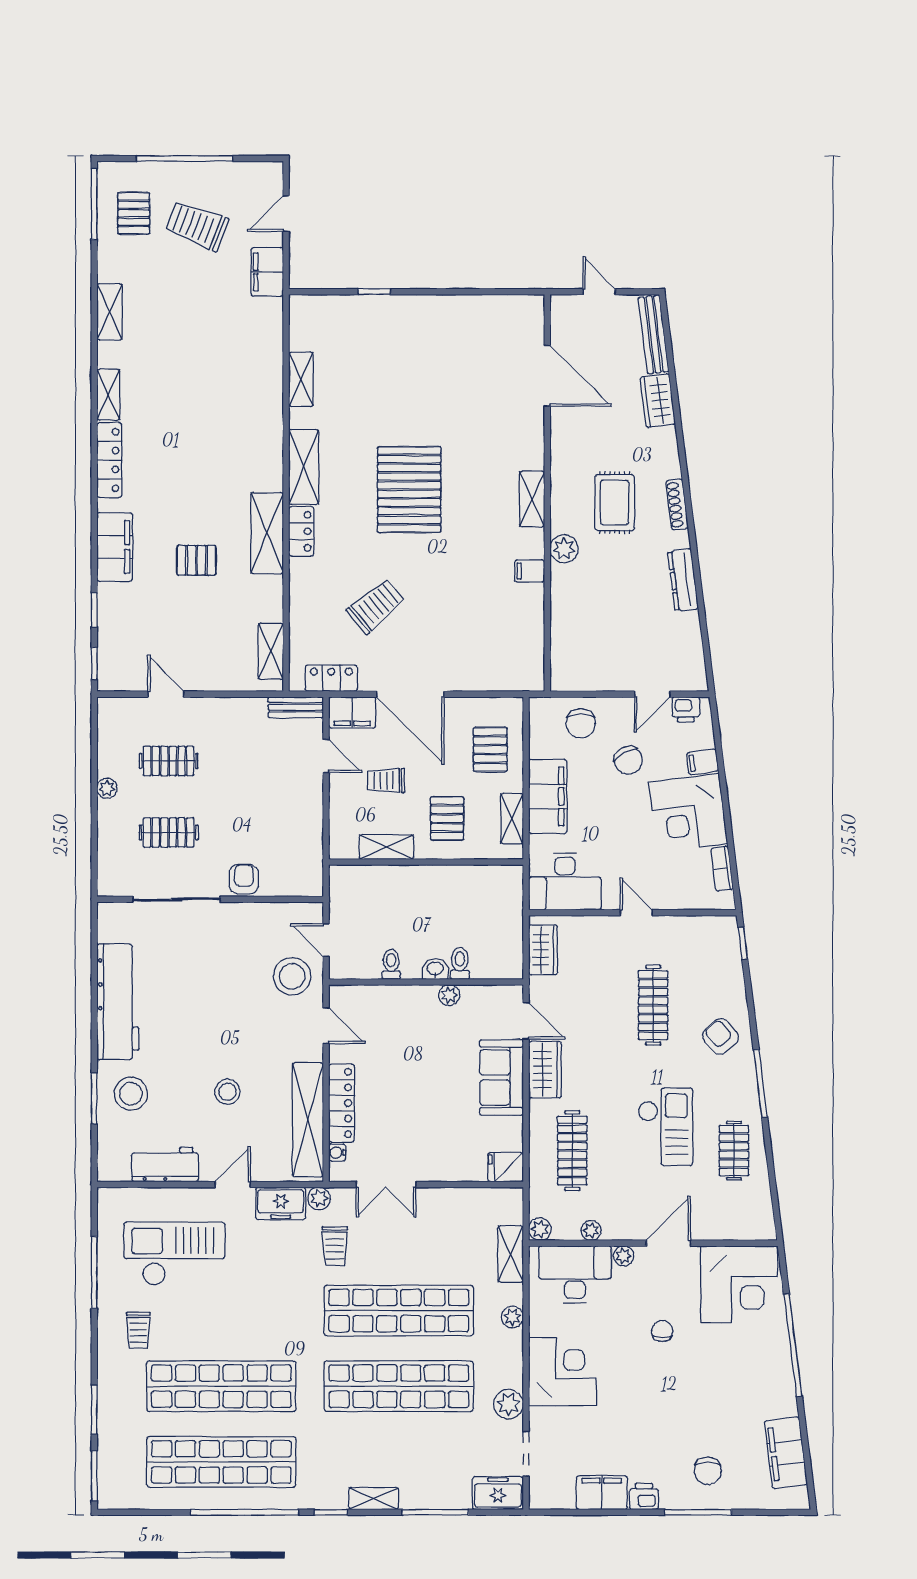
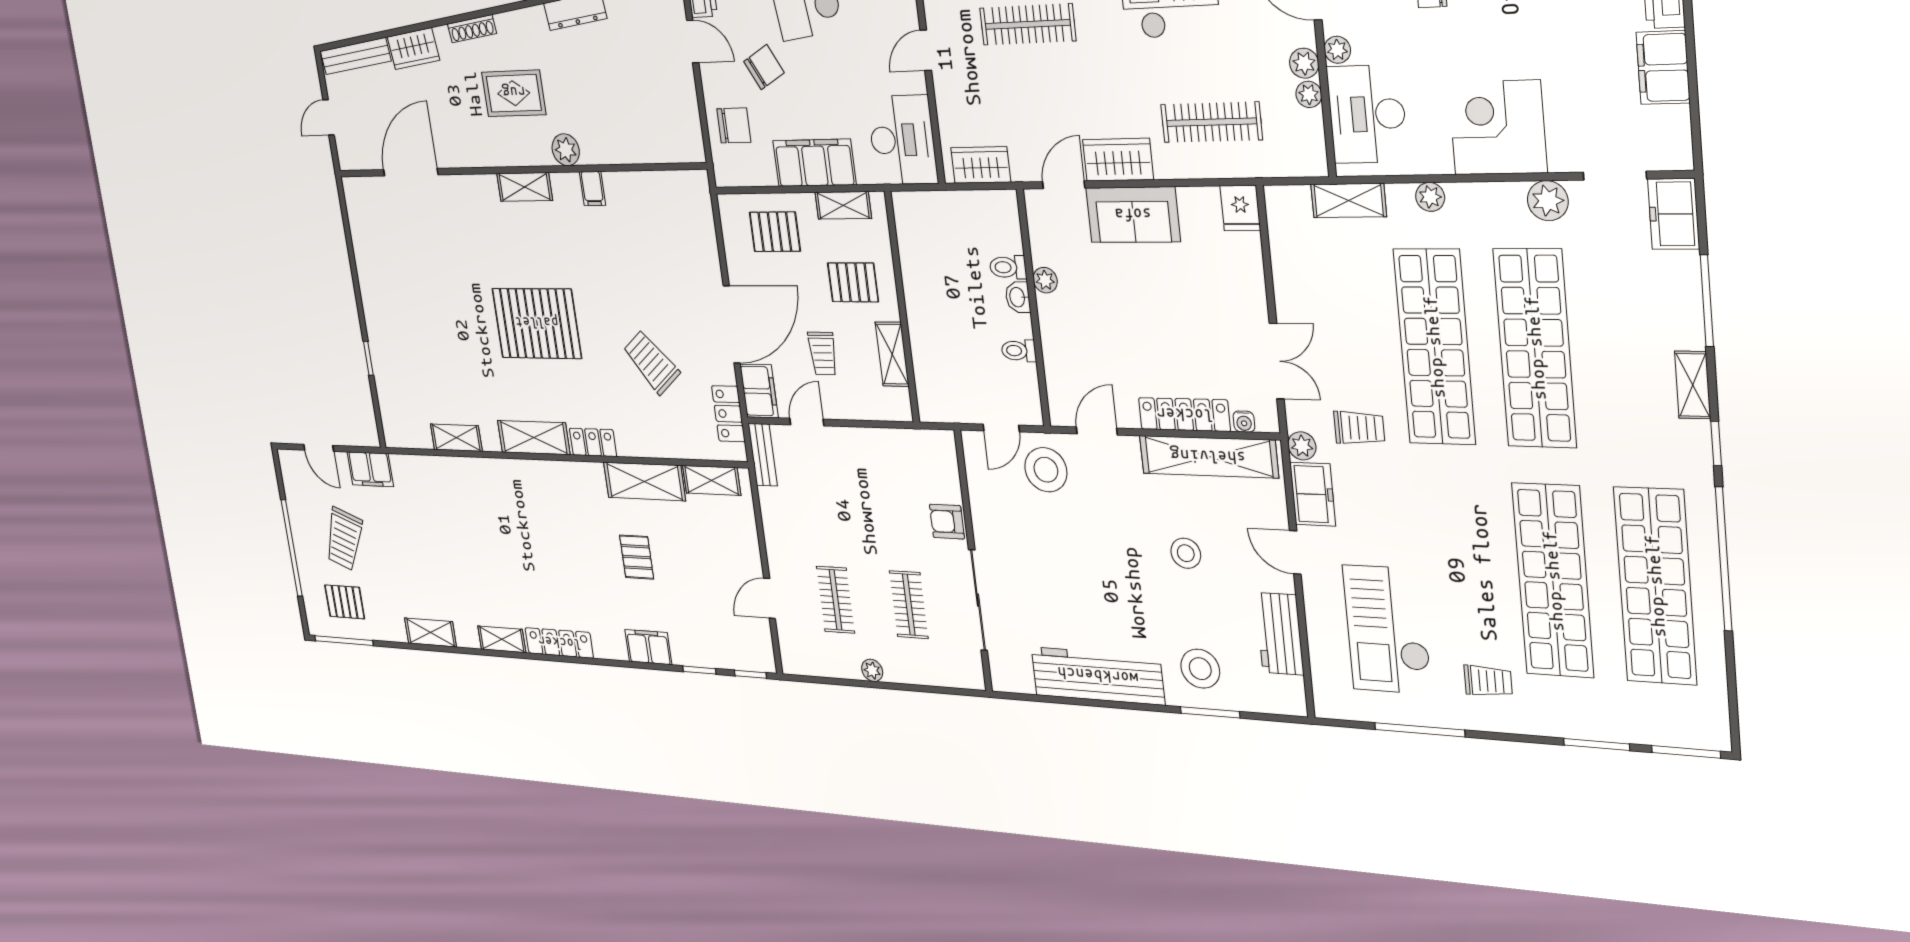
shoe rack: (677, 504) -> (472, 29), moved
shelving: (267, 533) -> (644, 481), moved
filing cabinet: (115, 547) -> (648, 647), width x0.67, depth x0.86
plant: (540, 1229) -> (1304, 63), moved

